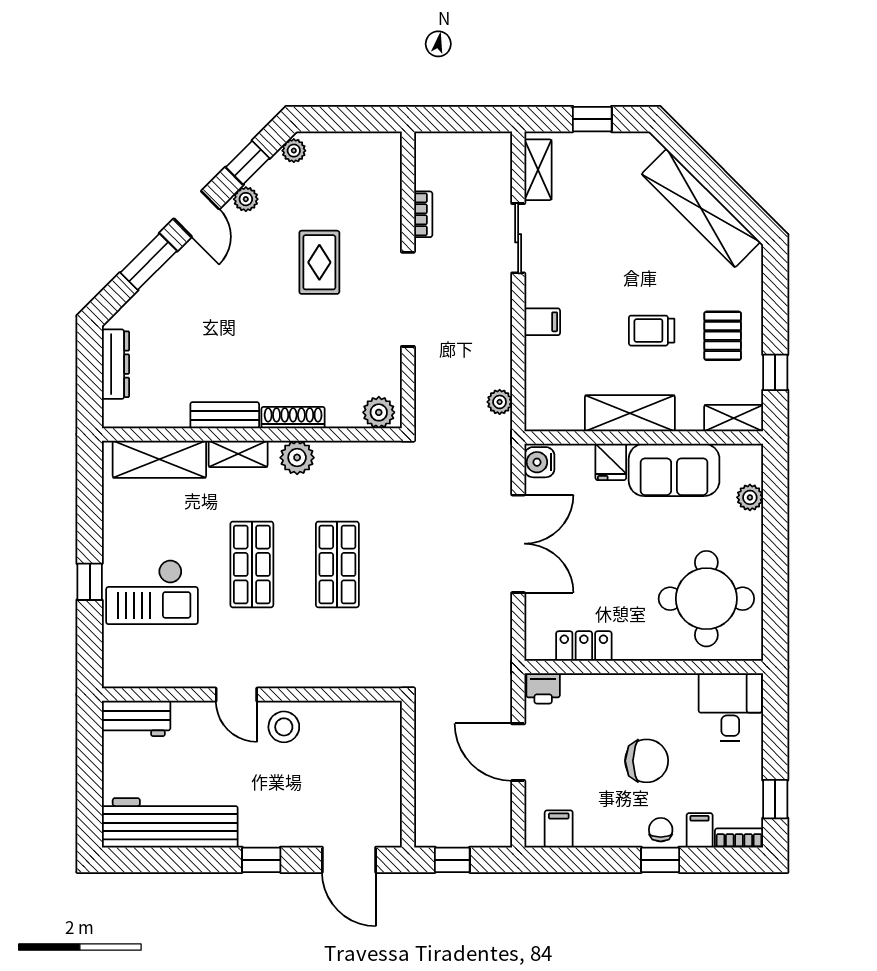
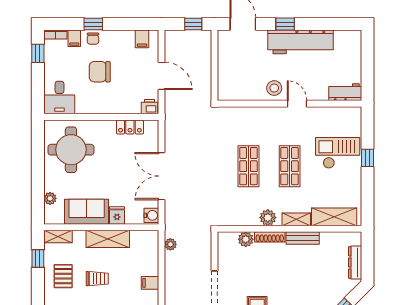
plant: (379, 412) -> (246, 239), moved
workbench: (170, 823) -> (301, 42), moved

